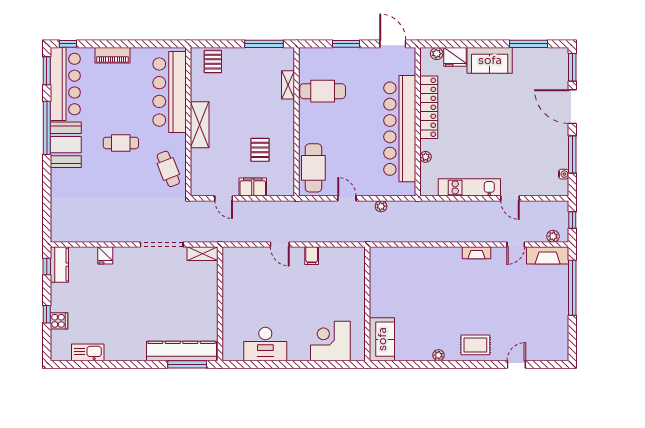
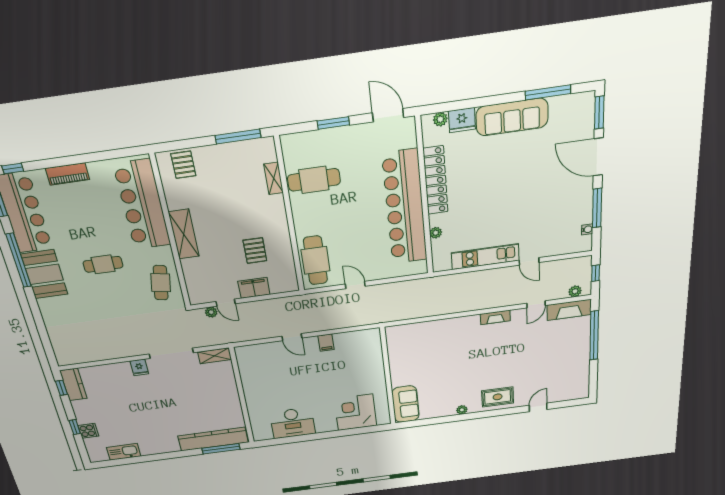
sofa: (490, 60) -> (512, 117), width x1.36
cafe table: (168, 169) -> (161, 283), turned 31
plant: (381, 206) -> (211, 312), moved
fridge: (105, 255) -> (139, 367), moved

